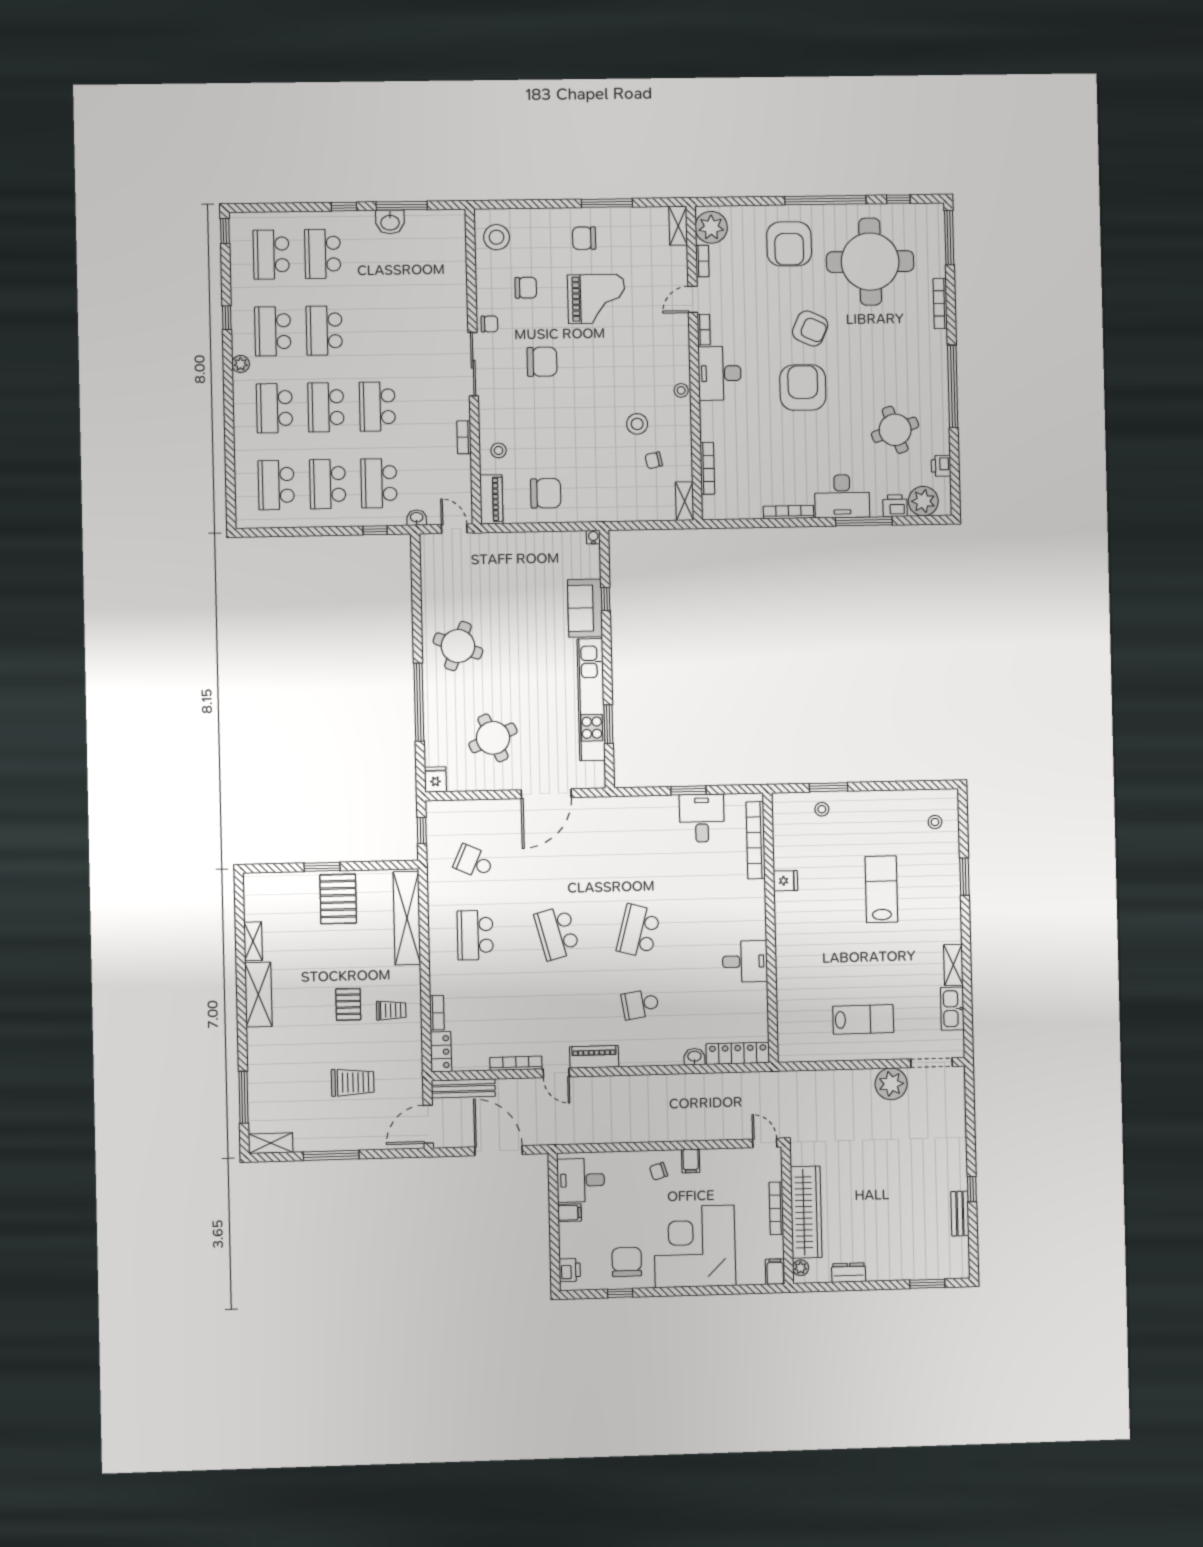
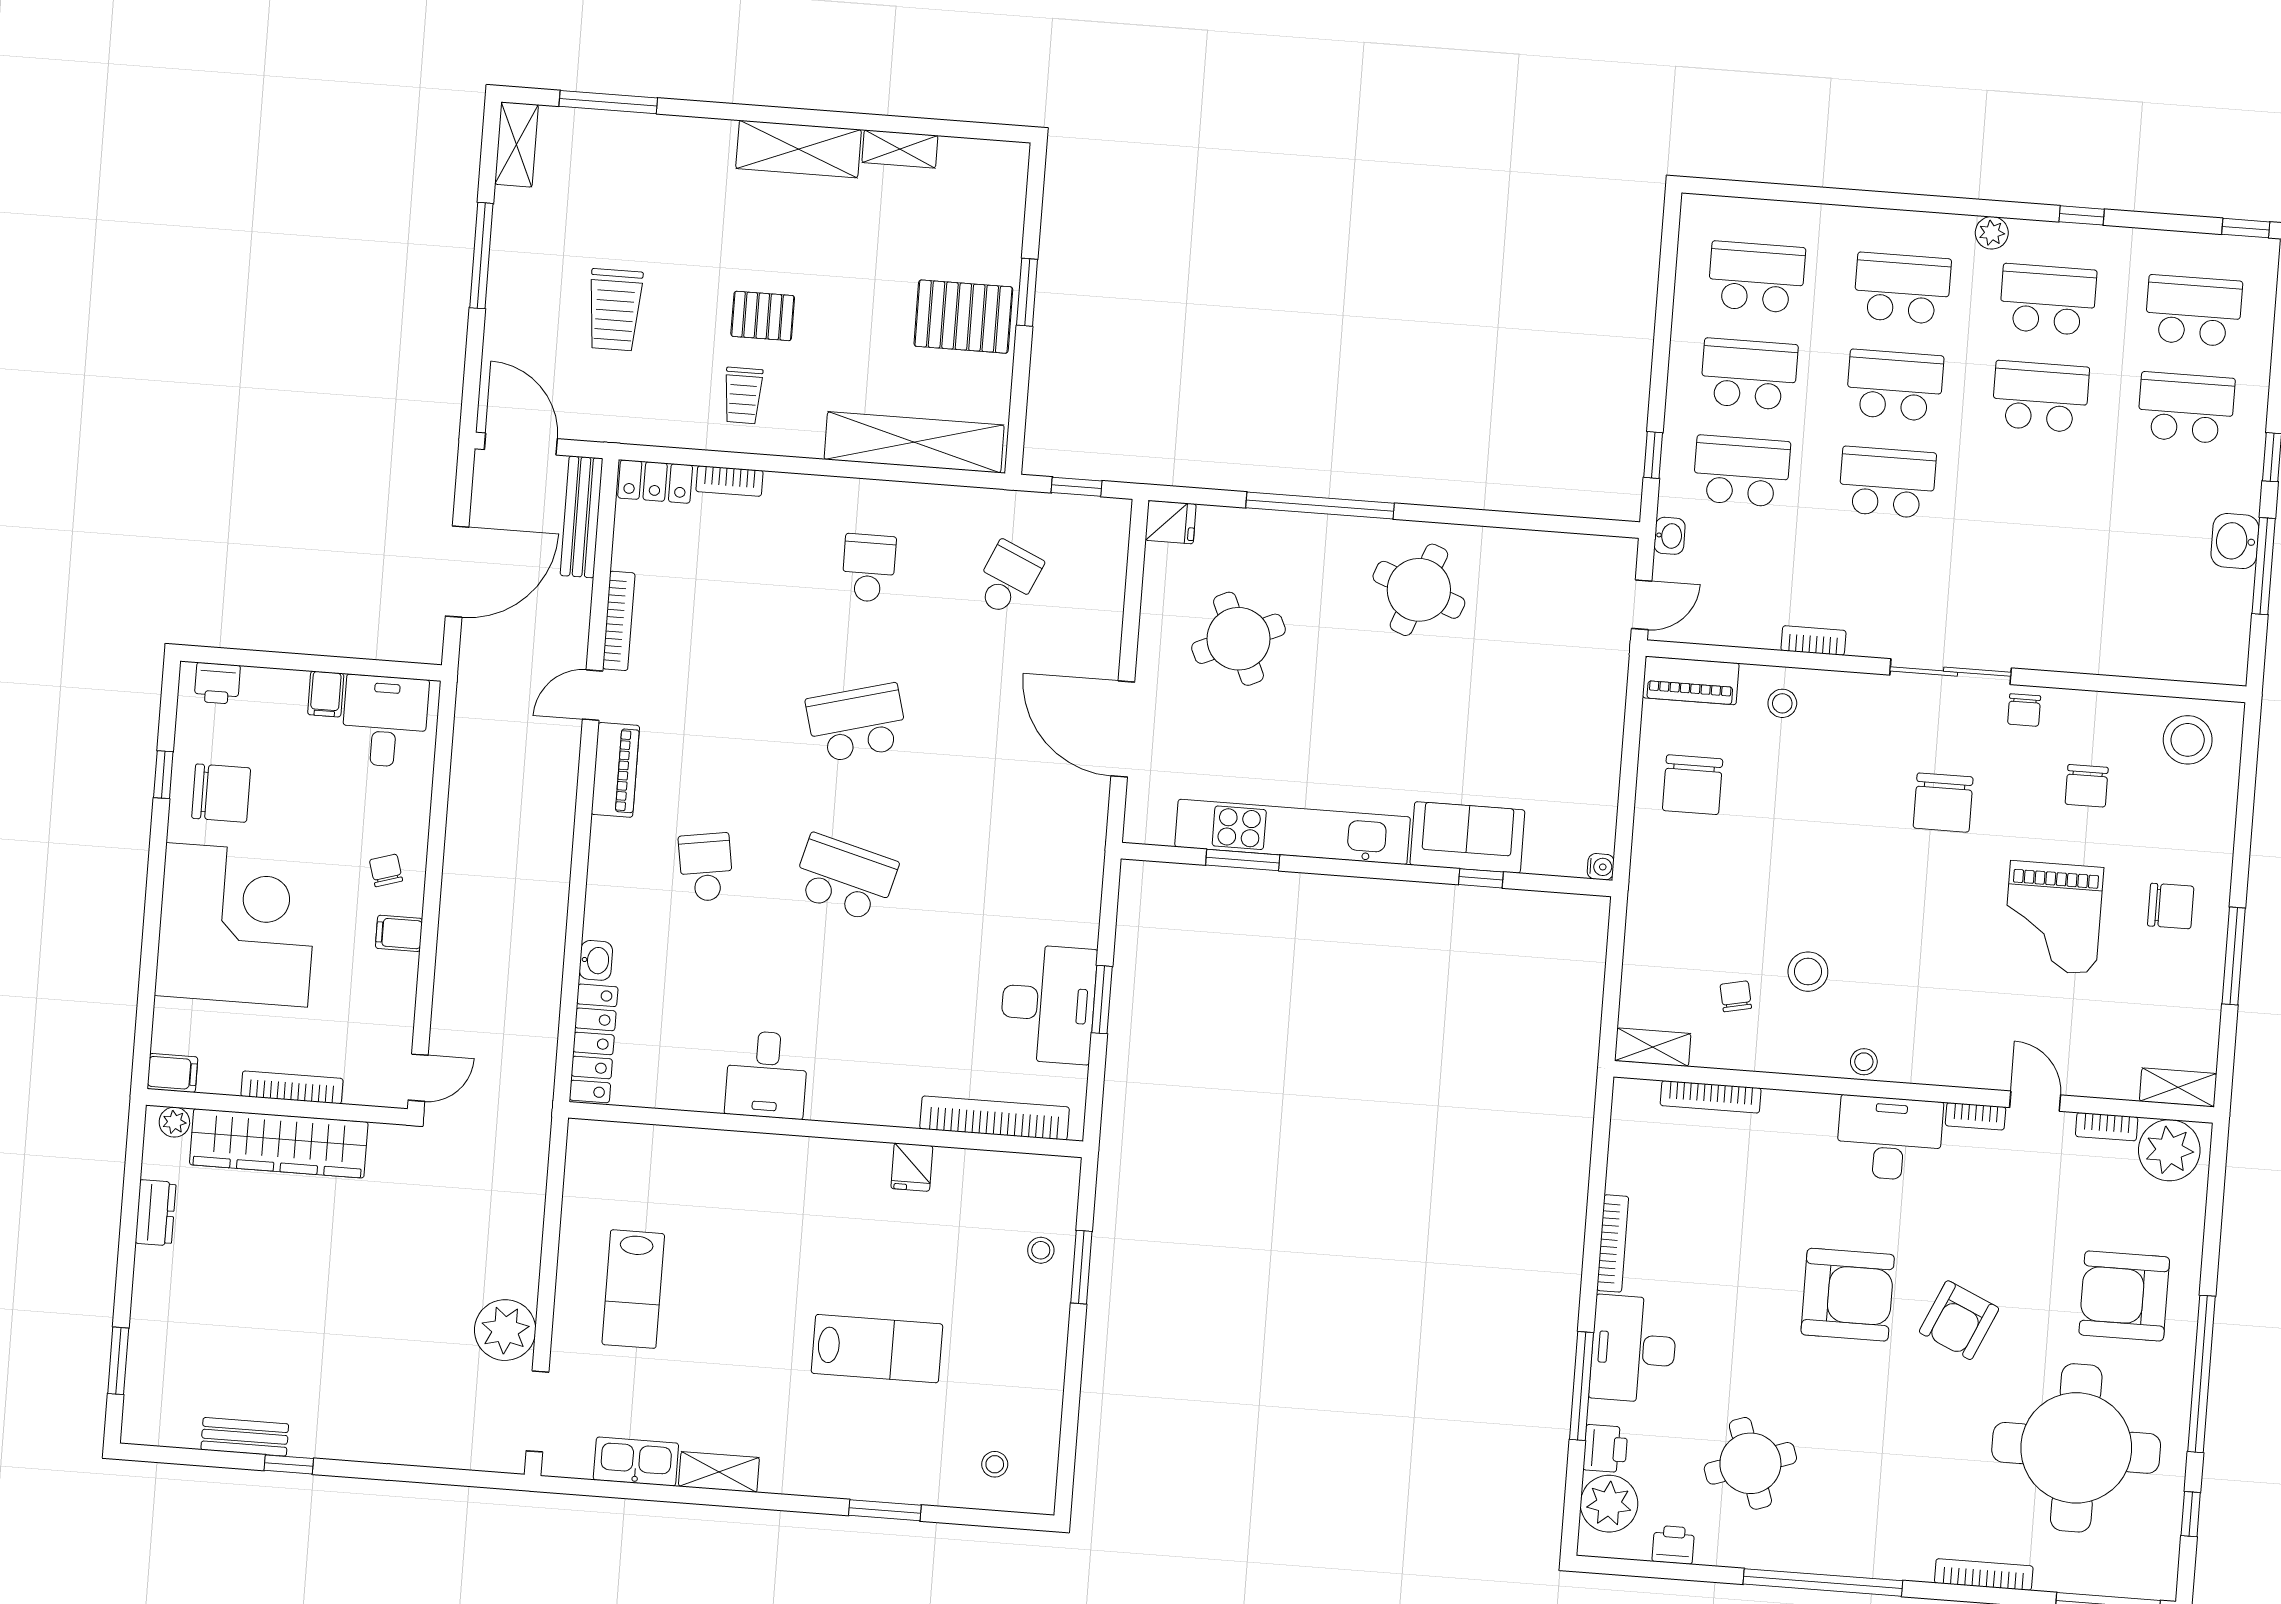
chair: (584, 238) -> (2171, 906), turned 90
desk: (702, 818) -> (1048, 1004), width x1.37
school desk: (475, 935) -> (869, 568), width x0.54

